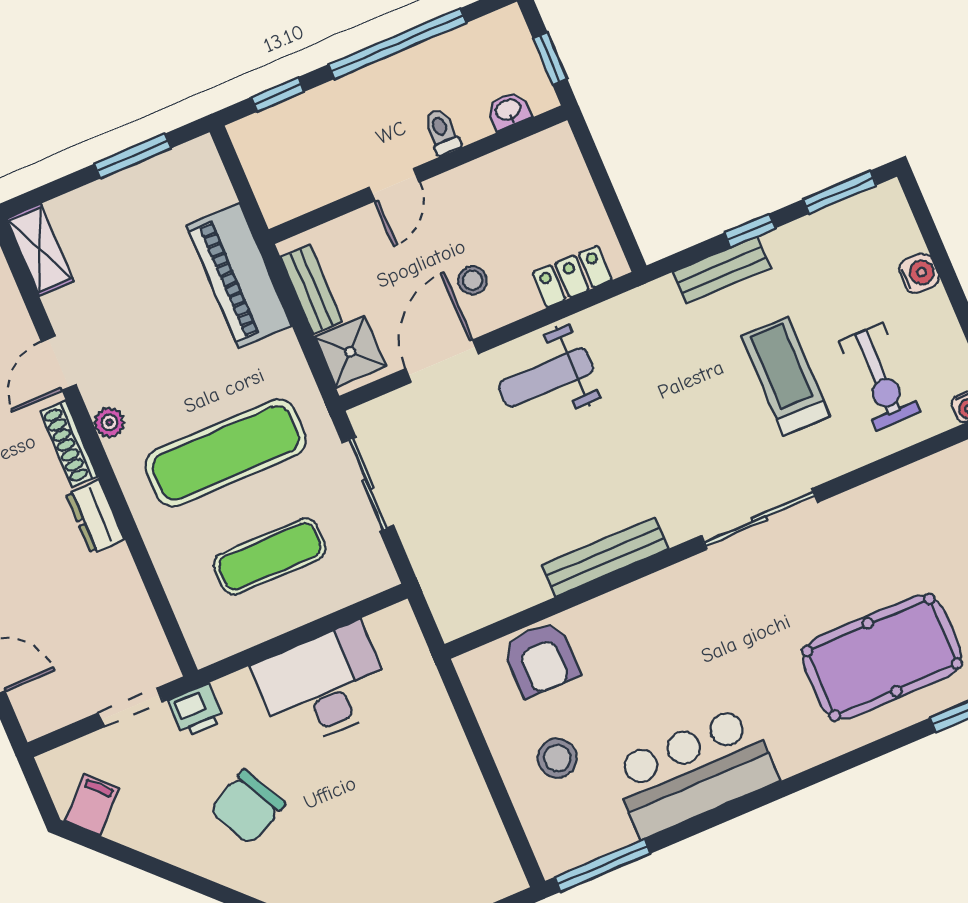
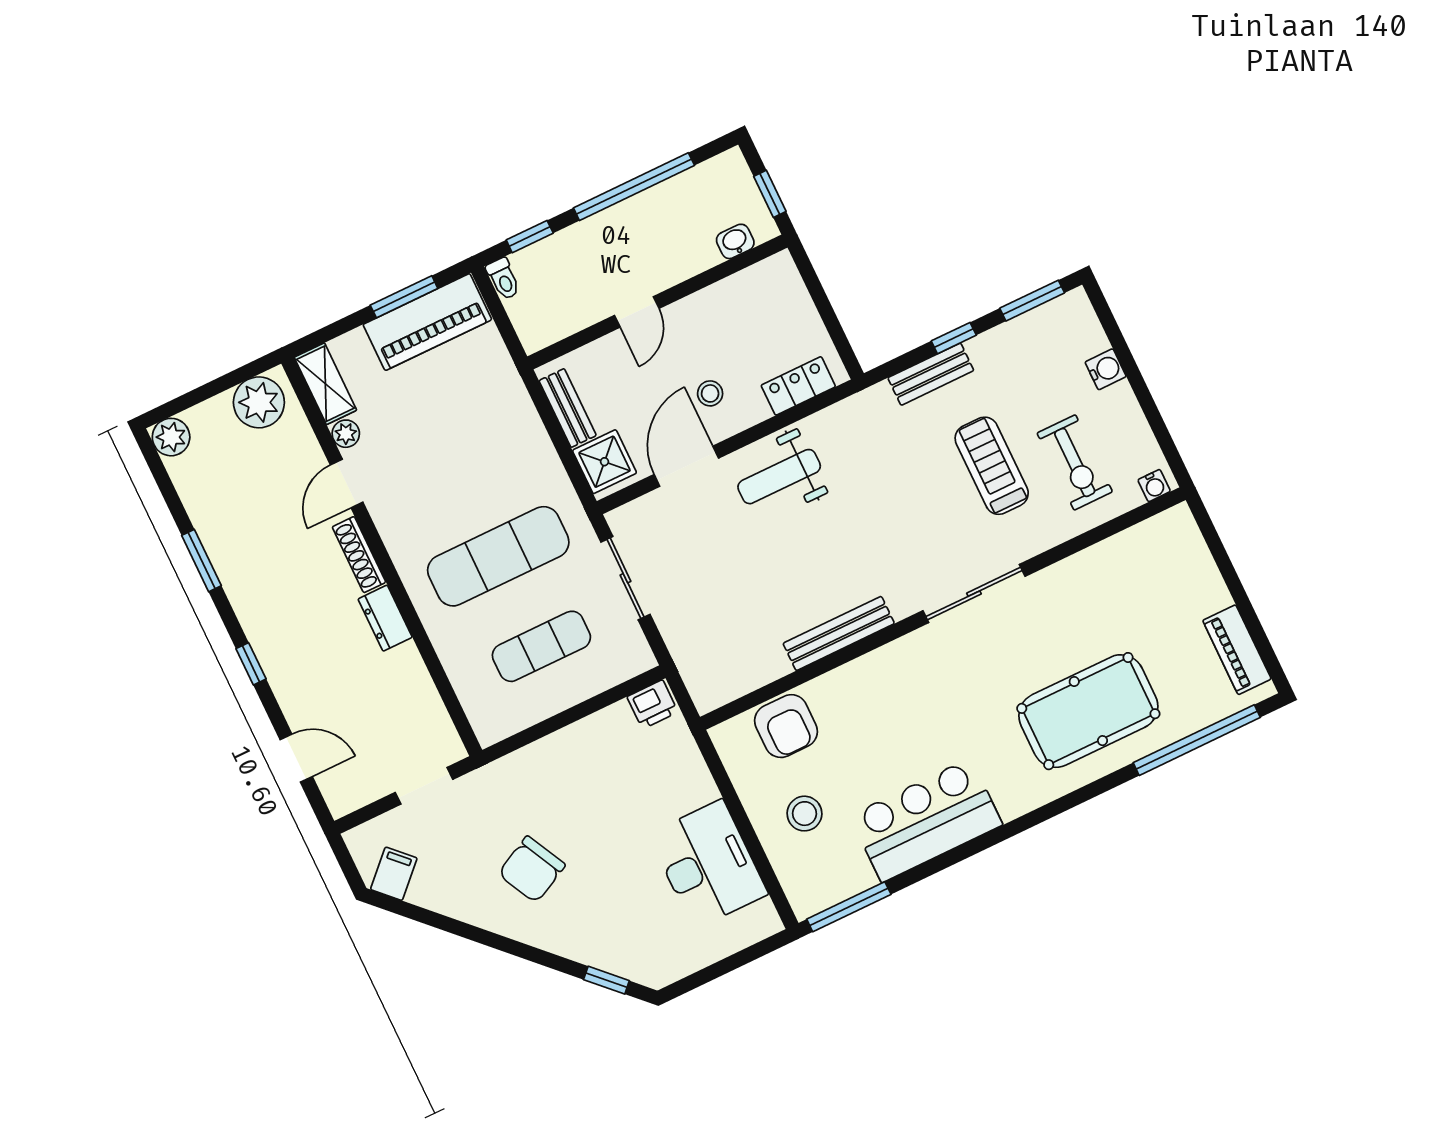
toilet: (442, 132) -> (503, 279), moved, turned 180
piano: (239, 275) -> (427, 322), moved, turned -90
plant: (109, 422) -> (346, 434), moved
desk: (323, 686) -> (708, 864), moved, turned 90
printer: (196, 710) -> (652, 704), moved

